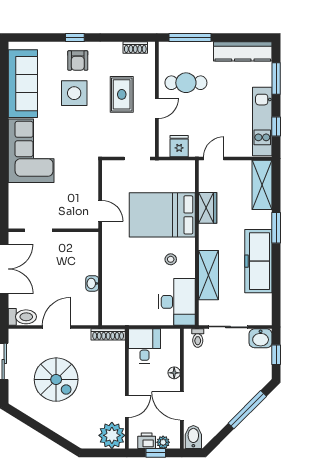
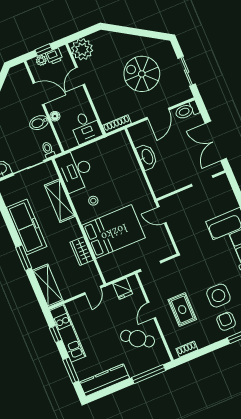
cafe table: (186, 83) -> (138, 339), turned 36
washbasin: (92, 283) -> (147, 157), width x1.91, depth x1.45
bidet: (193, 437) -> (39, 123), moved, turned 90

